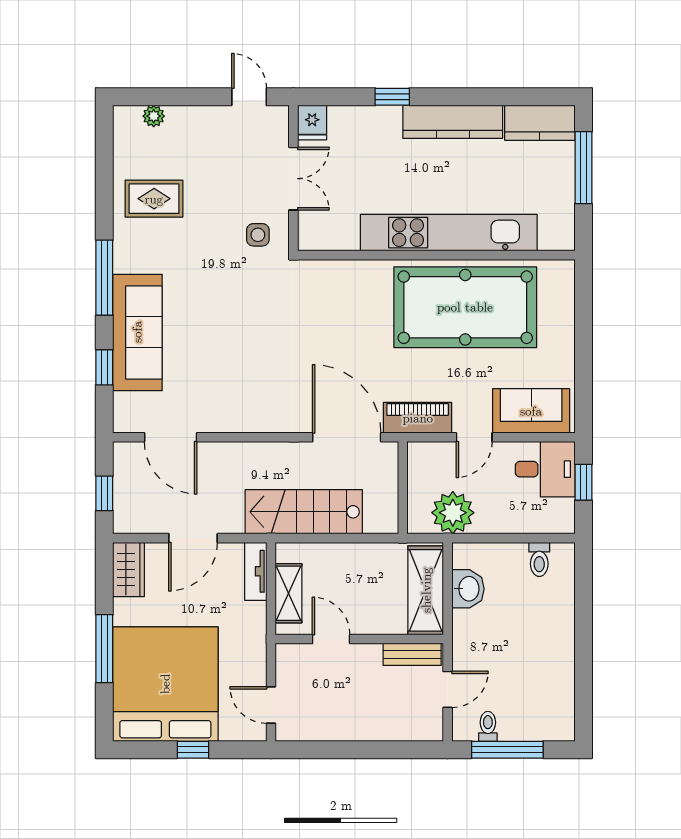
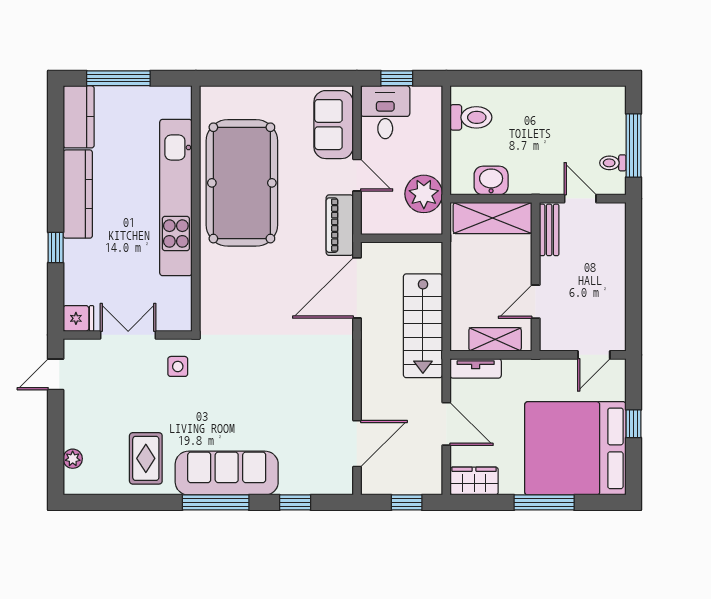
sofa: (137, 332) -> (227, 473), moved
toilet: (539, 559) -> (471, 117), width x1.37, depth x1.39

